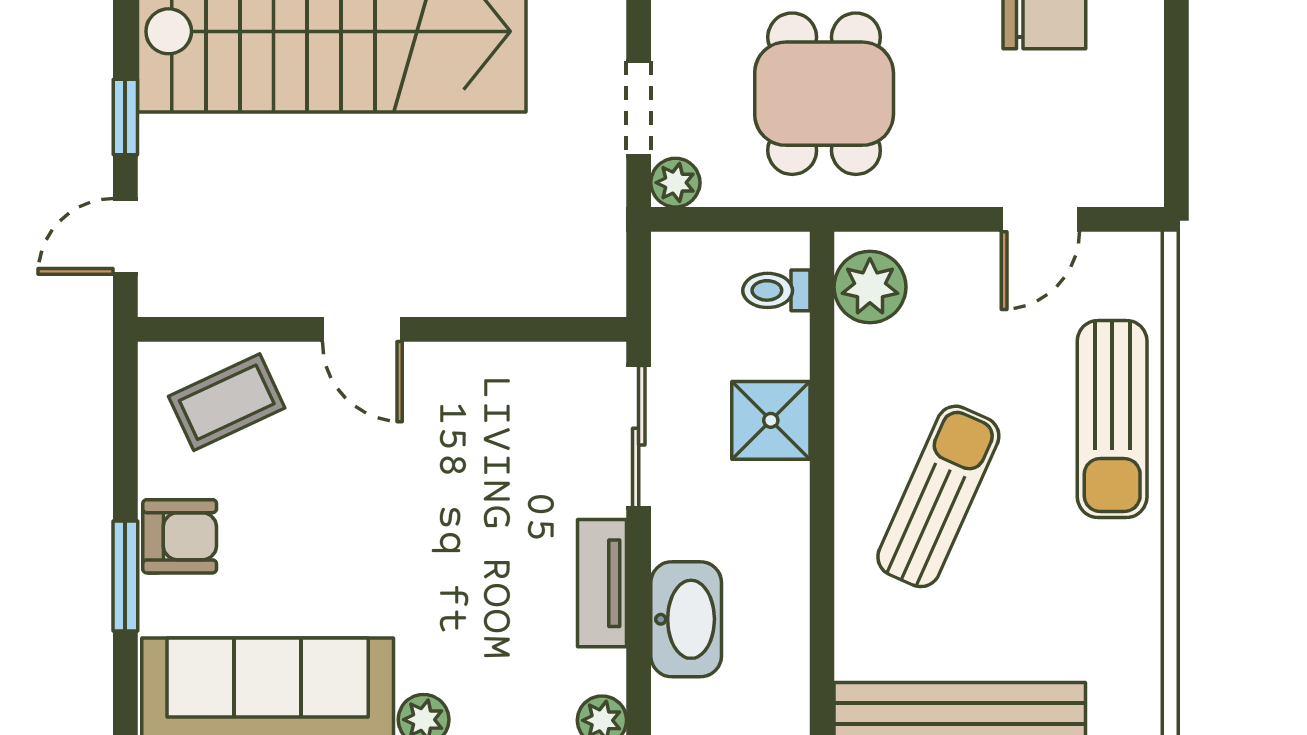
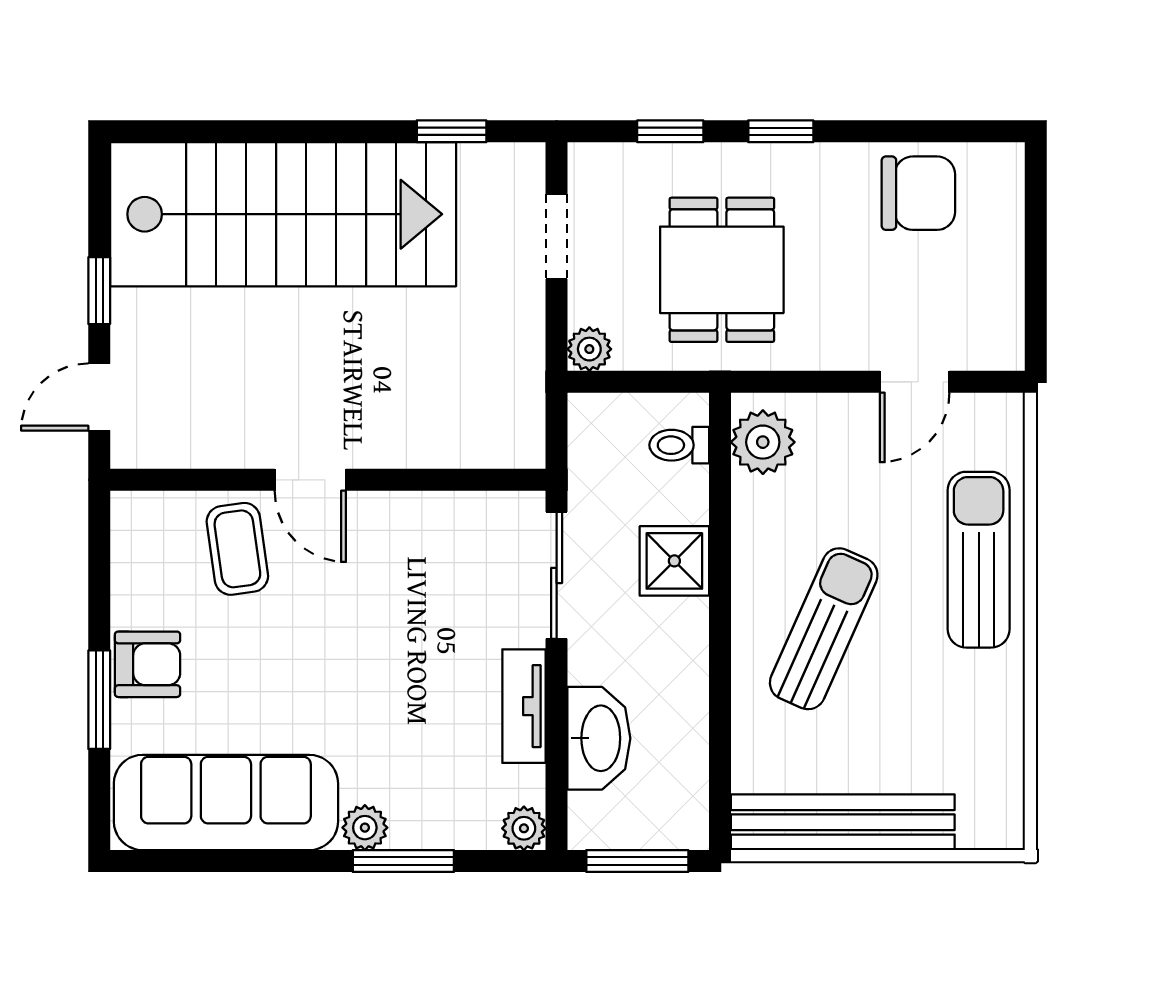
doorway: (639, 108) -> (557, 237), moved
coffee table: (227, 402) -> (237, 549), moved, turned -73
sun lounger: (1112, 419) -> (979, 560), turned 180

